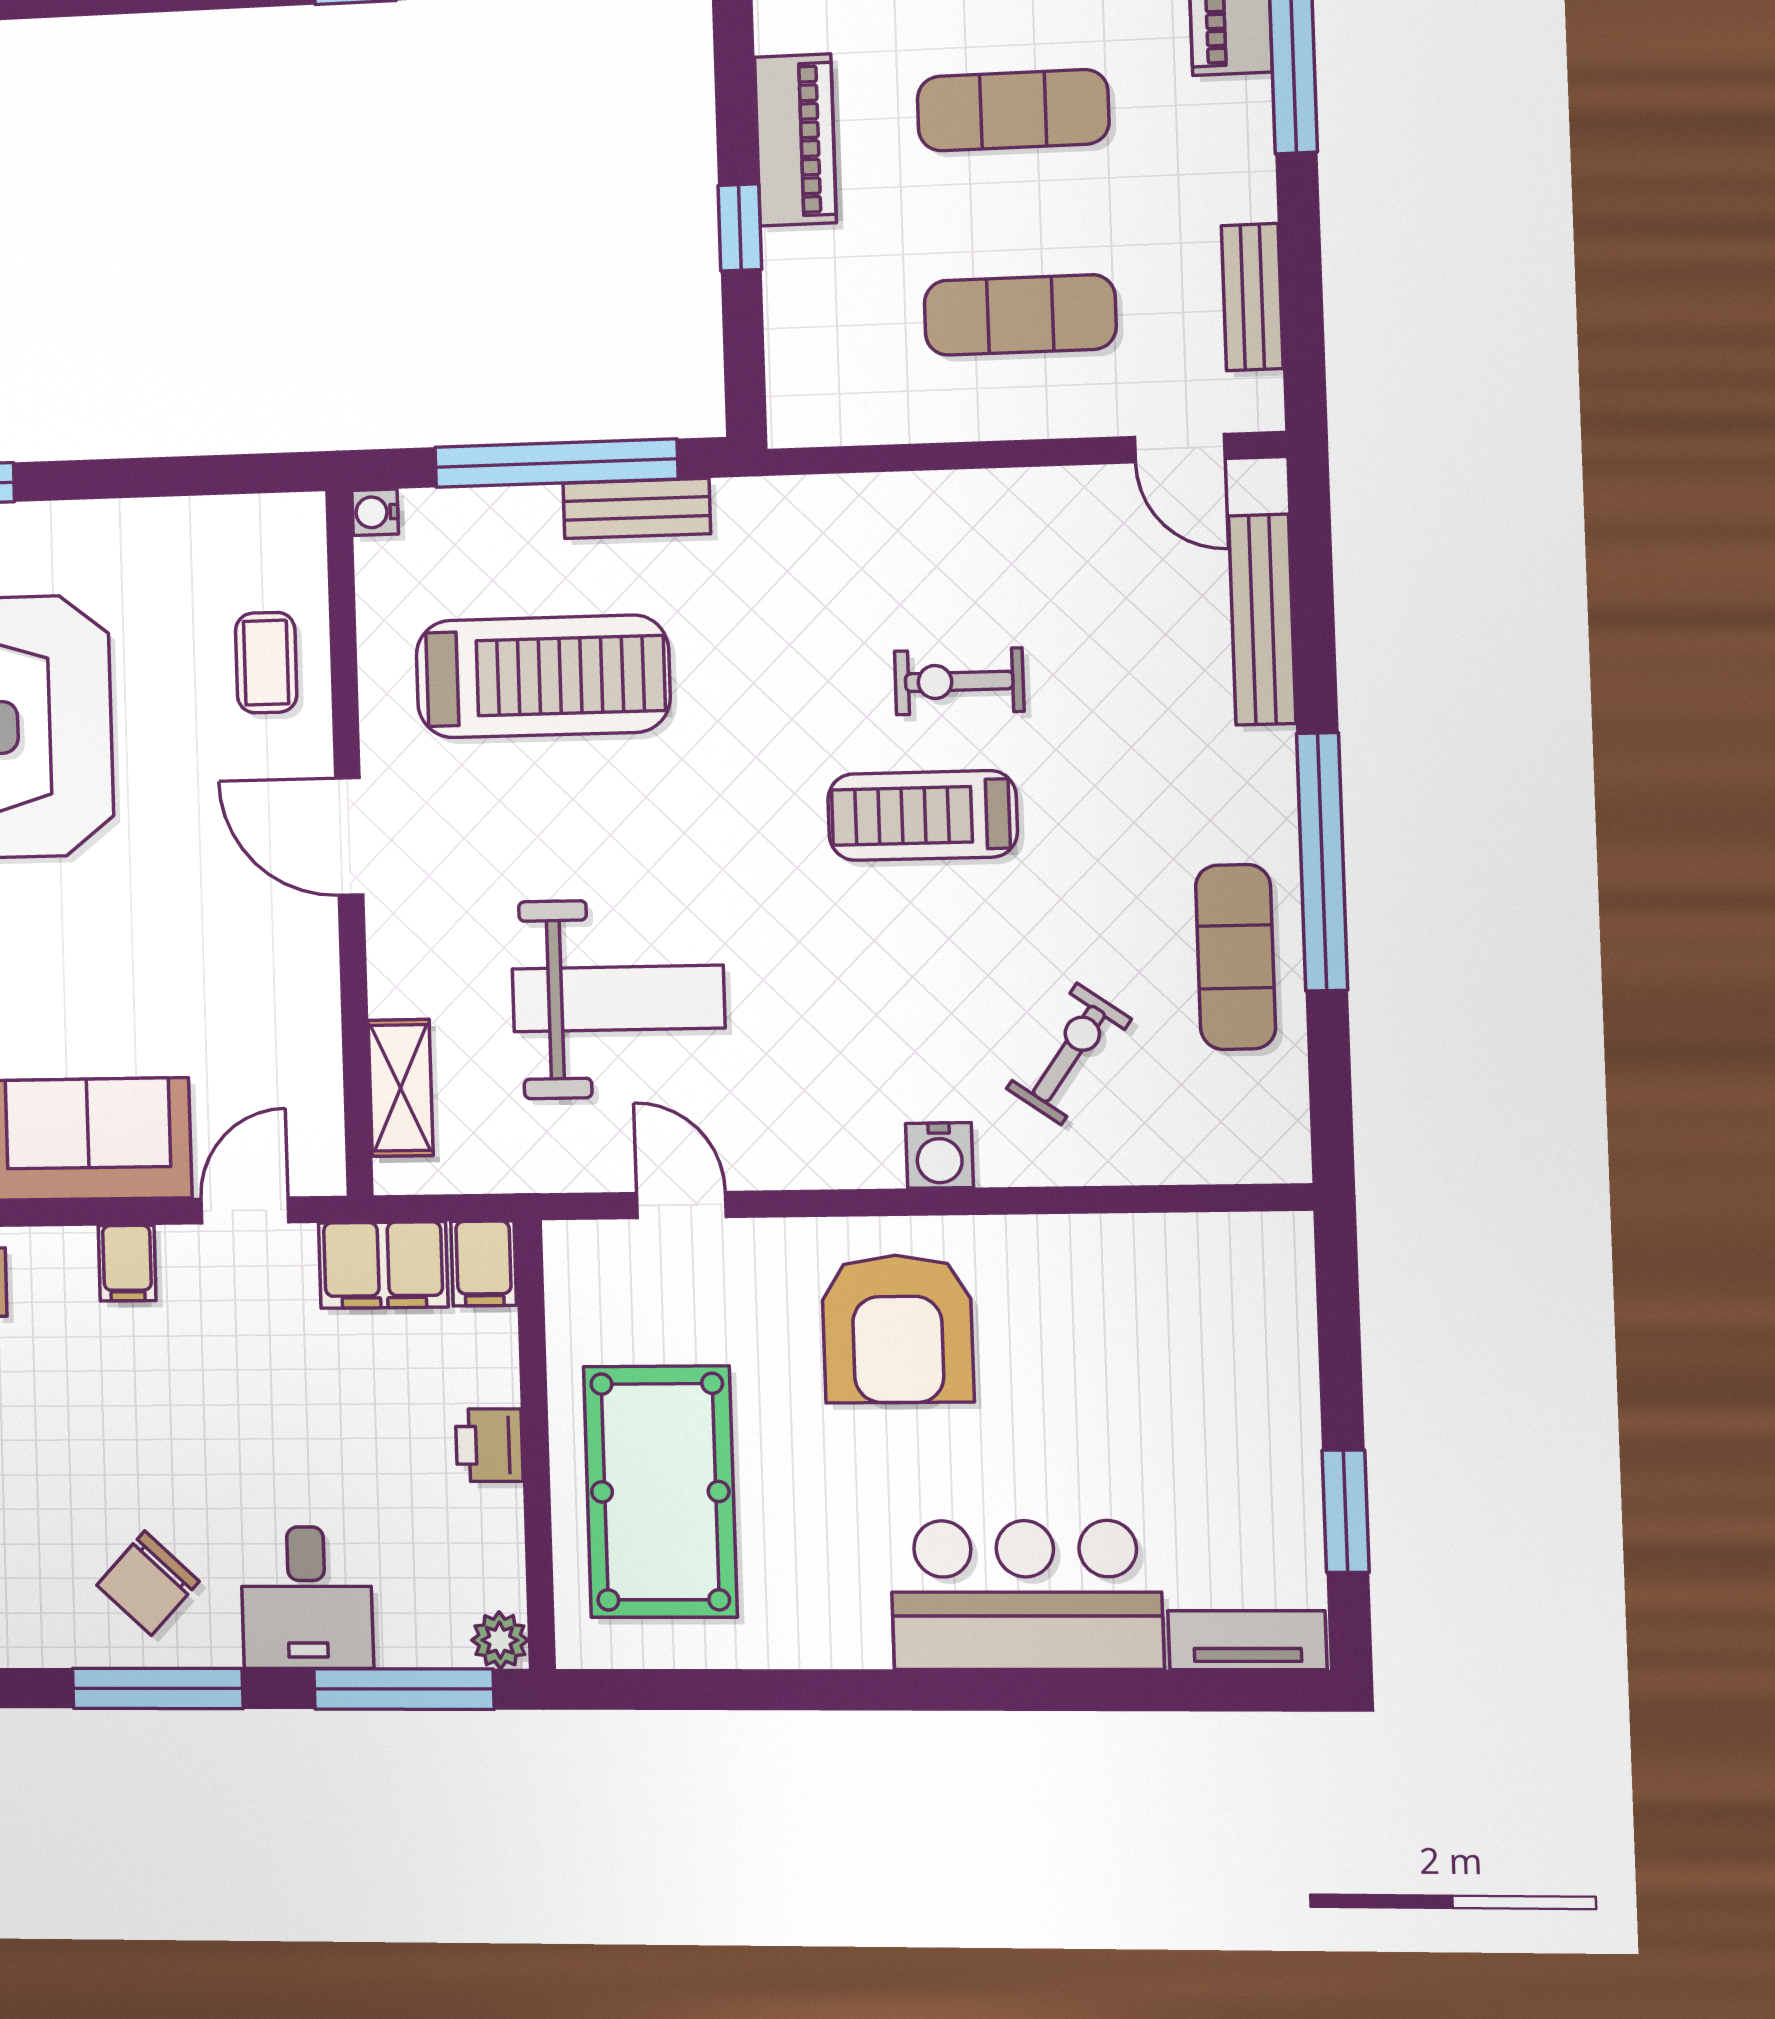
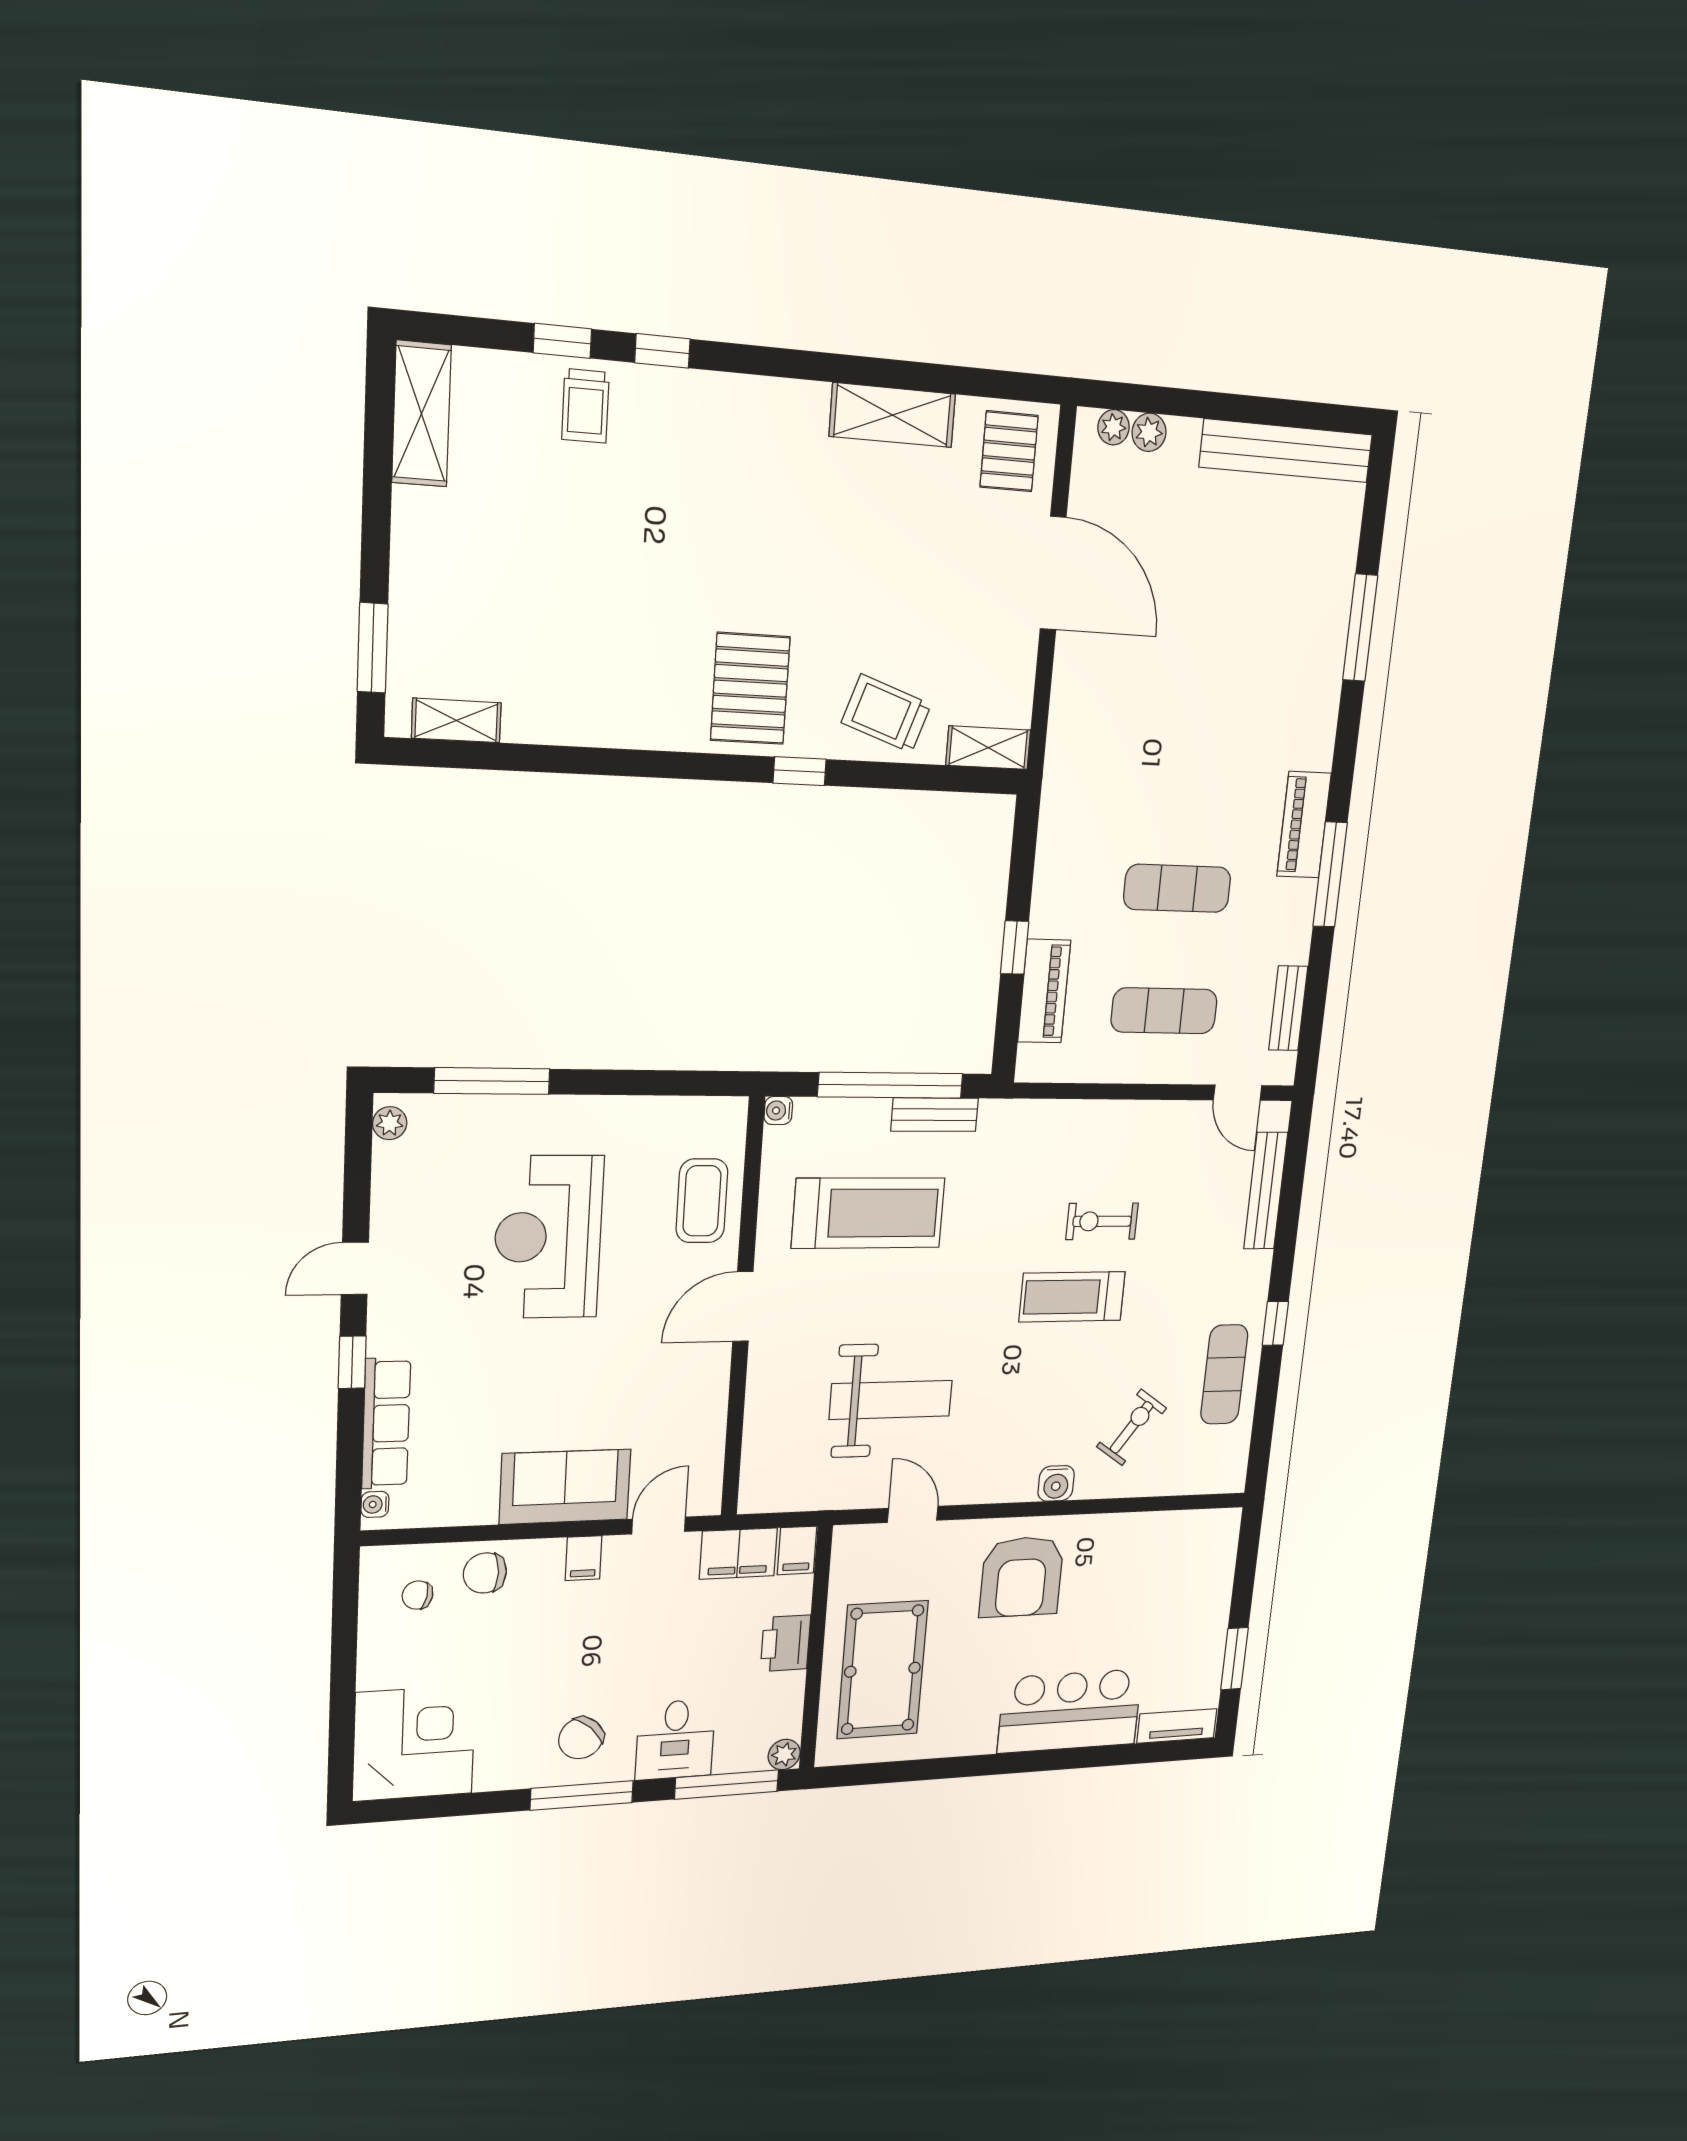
piano: (795, 140) -> (1044, 991), moved
coffee table: (266, 663) -> (702, 1201), width x1.36, depth x1.30
door: (349, 837) -> (743, 1306), hinge flipped
window: (1322, 862) -> (1275, 1323), width x0.32
shelving: (401, 1088) -> (759, 1453), removed
printer: (489, 1445) -> (785, 1643), width x1.36, depth x1.24

